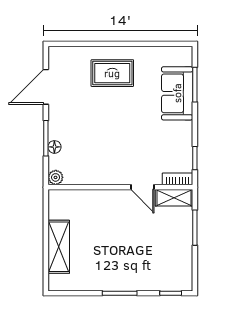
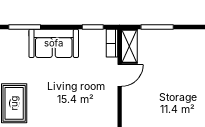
sofa: (177, 93) -> (54, 43), moved

